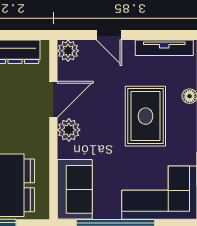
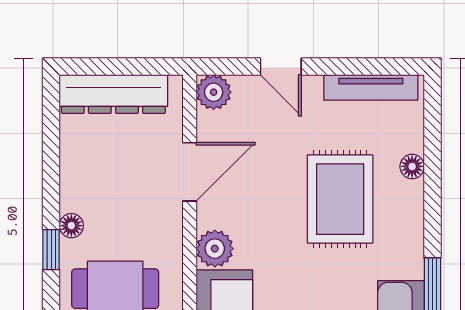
plant: (69, 130) -> (215, 249), moved

